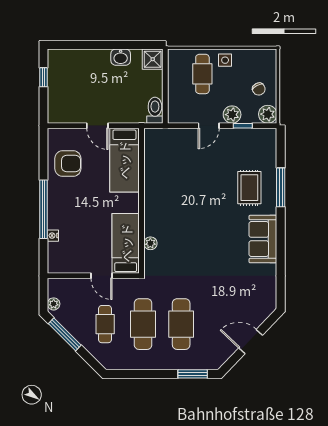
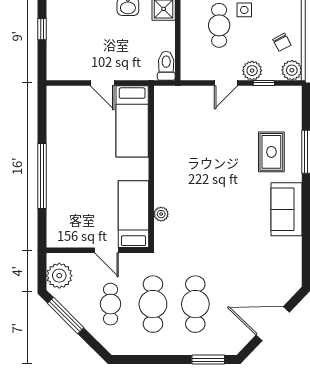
armchair: (68, 163) -> (69, 125), removed
nightstand: (53, 236) -> (52, 205), removed
plant: (54, 304) -> (59, 276), width x1.87, depth x1.87
door: (251, 342) -> (273, 324), width x1.36

